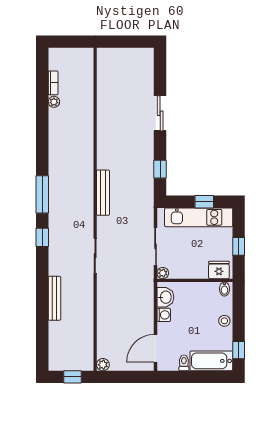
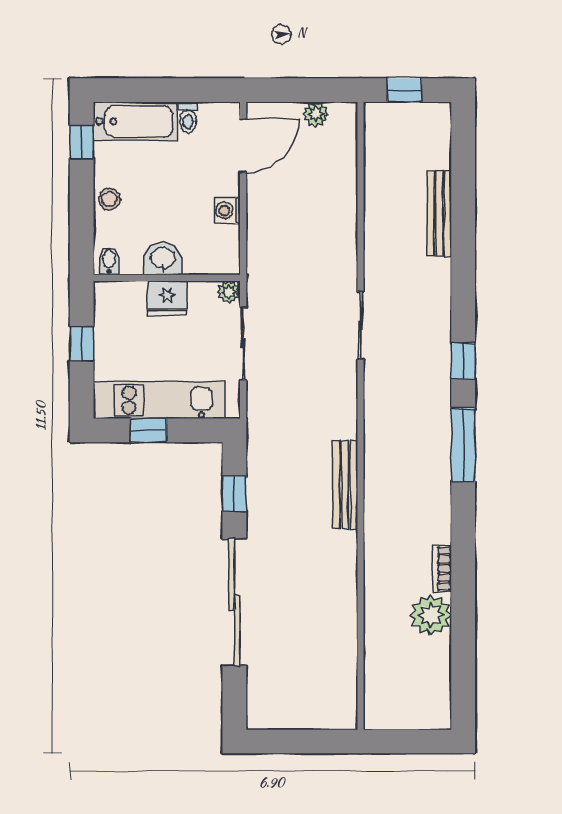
bookcase: (53, 83) -> (442, 569), moved
plant: (54, 102) -> (431, 615), width x1.87, depth x1.87
sliding door: (160, 113) -> (234, 602), width x1.86
bench: (103, 193) -> (345, 485), moved
fridge: (219, 270) -> (167, 298), moved
washbasin: (165, 297) -> (163, 259), moved, turned 90
bench: (54, 298) -> (439, 214), moved
plant: (103, 365) -> (316, 114), moved

